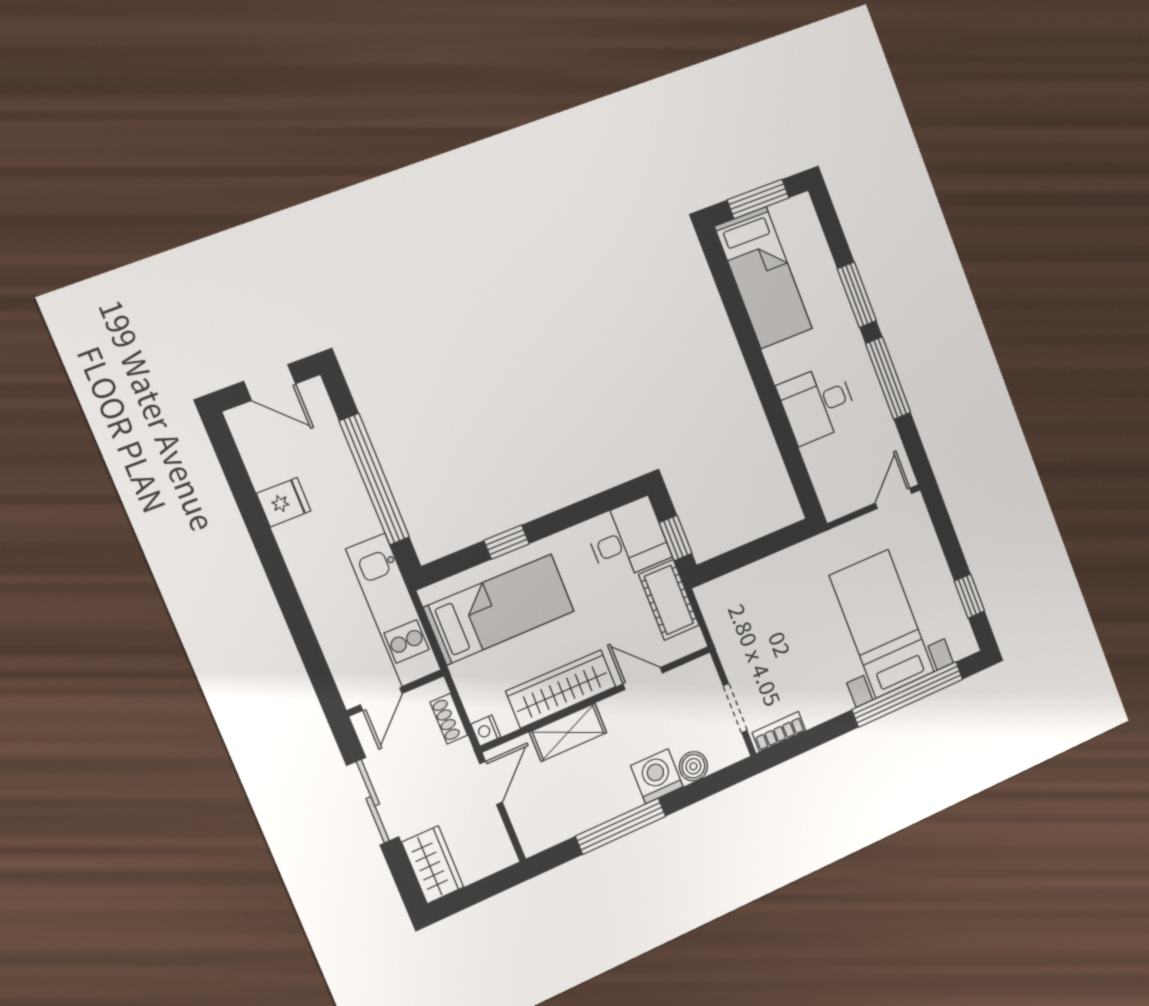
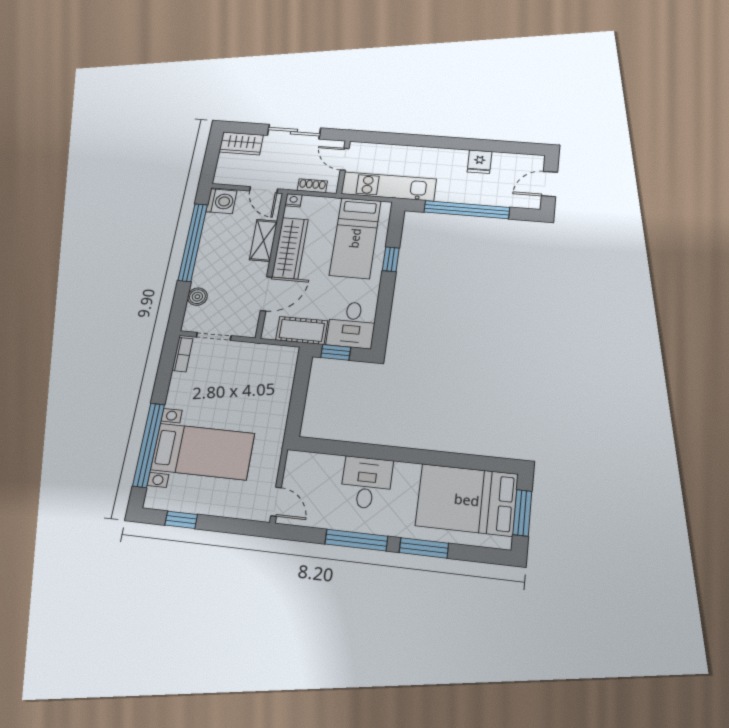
bed: (764, 278) -> (467, 500), width x1.50
door: (643, 678) -> (266, 294), width x1.38
washing machine: (657, 776) -> (222, 201), moved
window: (621, 826) -> (193, 242), width x1.46

